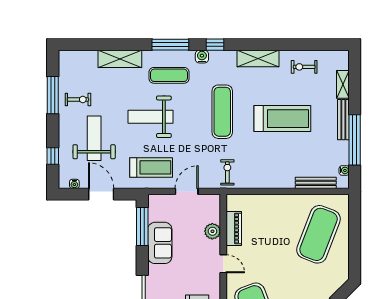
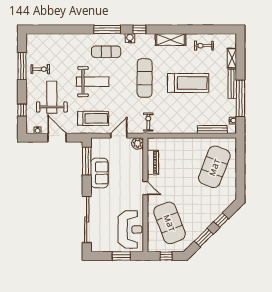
shelving: (120, 59) -> (71, 40), removed
weight bench: (150, 117) -> (93, 82), turned 180
plant: (212, 231) -> (138, 143), moved

